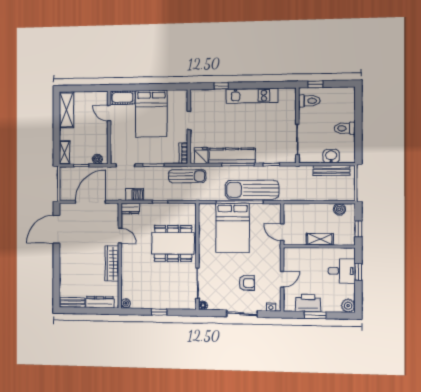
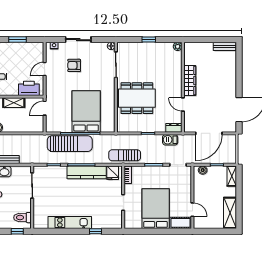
door: (282, 232) -> (45, 108), swing flipped
dresser: (100, 302) -> (200, 47), removed
printer: (308, 303) -> (29, 88), moved, turned 180

